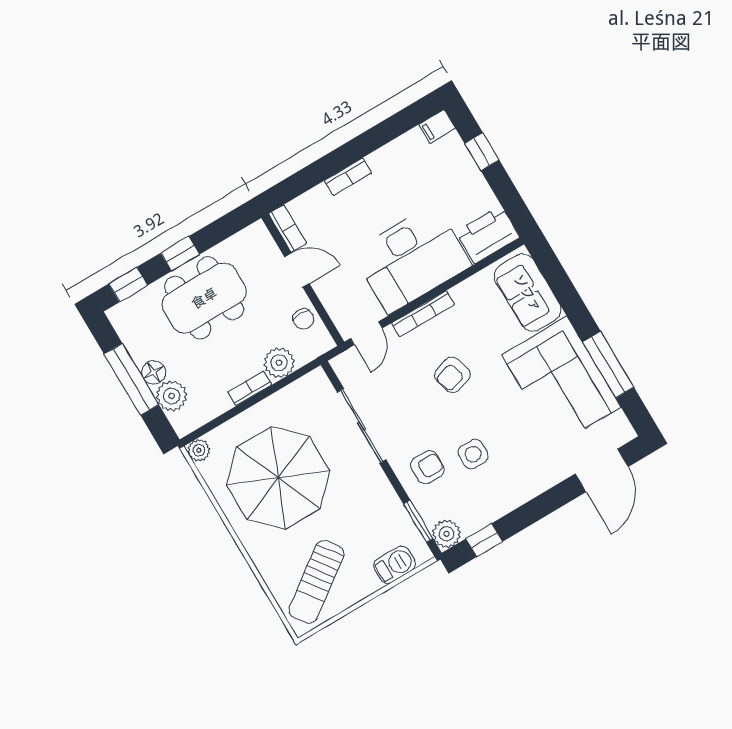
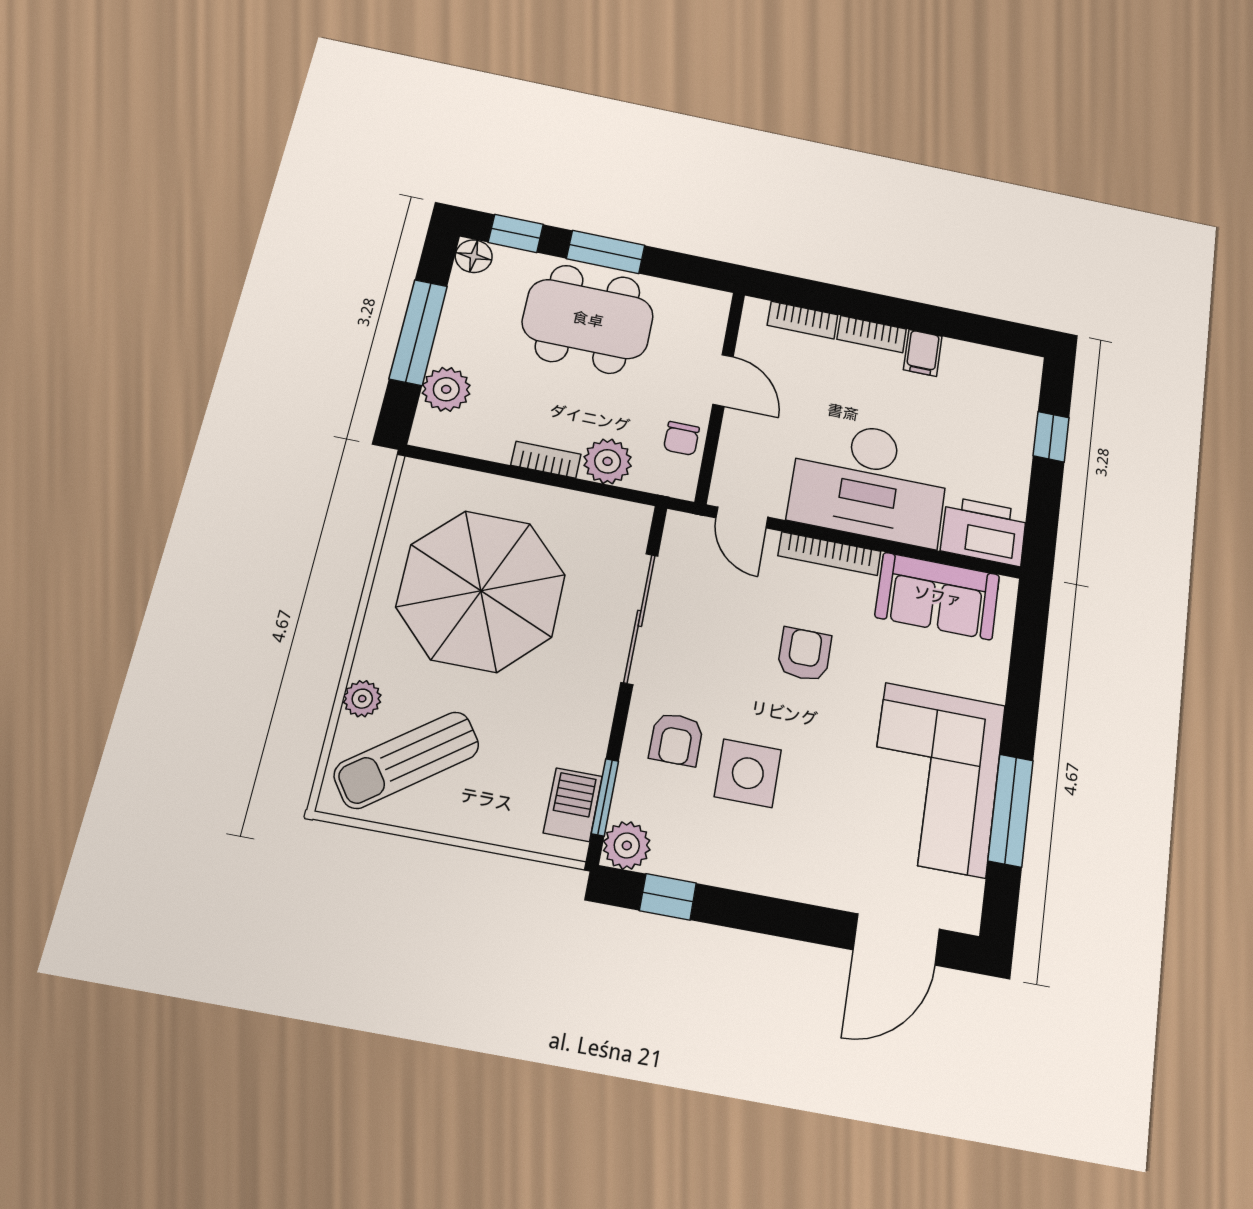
filing cabinet: (437, 126) -> (923, 353), moved, turned -90
bookcase: (287, 229) -> (802, 320), moved, turned 90
window: (180, 254) -> (606, 252), width x1.50
sofa: (528, 293) -> (938, 596), moved, turned -90
door: (366, 333) -> (742, 517), hinge flipped
floor lamp: (154, 372) -> (474, 256), moved
armchair: (452, 375) -> (804, 654), turned 107
plant: (199, 450) -> (362, 699), moved
side table: (473, 454) -> (748, 773), width x1.37, depth x1.37
armchair: (427, 467) -> (676, 739), turned 90
barbecue: (395, 565) -> (573, 805), moved, turned -90

